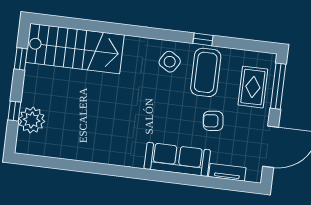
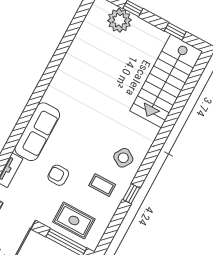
coffee table: (206, 72) -> (102, 185), width x0.54, depth x0.58
armchair: (213, 121) -> (58, 175), turned -84

